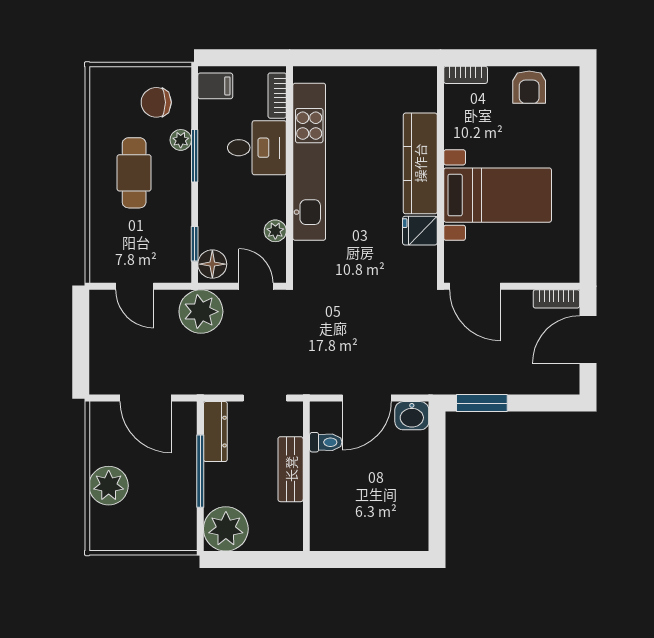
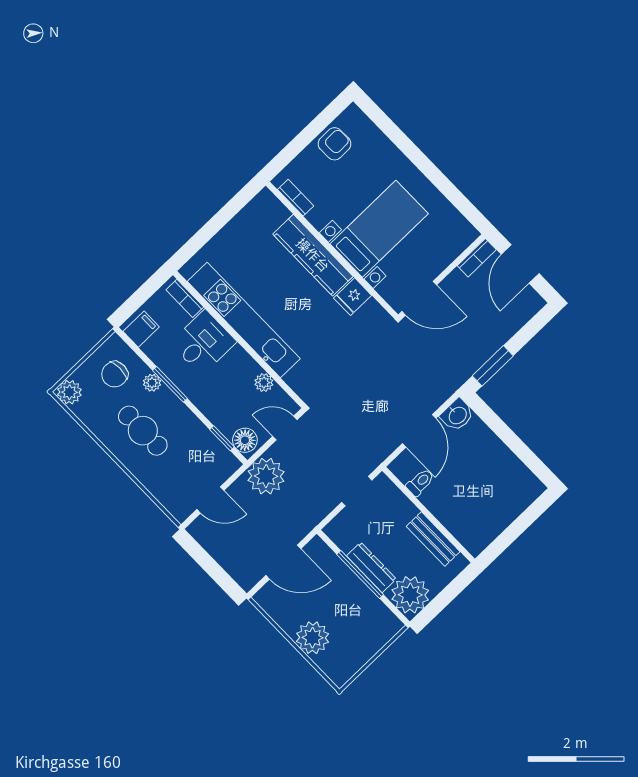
bookcase: (466, 75) -> (296, 198), moved, turned -90
plant: (103, 81) -> (69, 392), added
armchair: (529, 87) -> (335, 144), turned -91
dresser: (215, 432) -> (371, 567), moved
bench: (291, 469) -> (433, 539), moved

